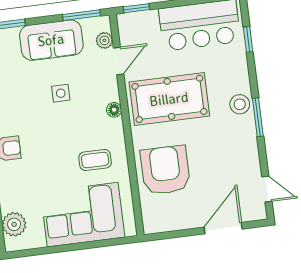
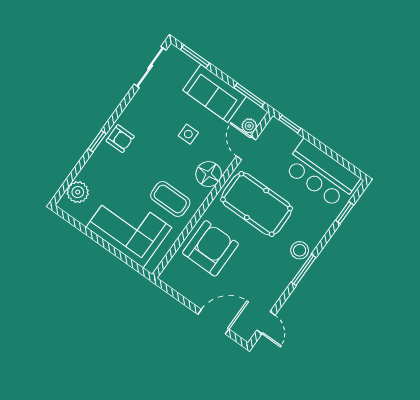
door: (119, 61) -> (246, 148), swing flipped
floor lamp: (114, 110) -> (209, 174), width x1.89, depth x1.89
coffee table: (95, 160) -> (170, 199), width x1.36, depth x1.30

